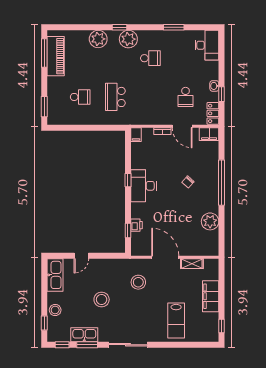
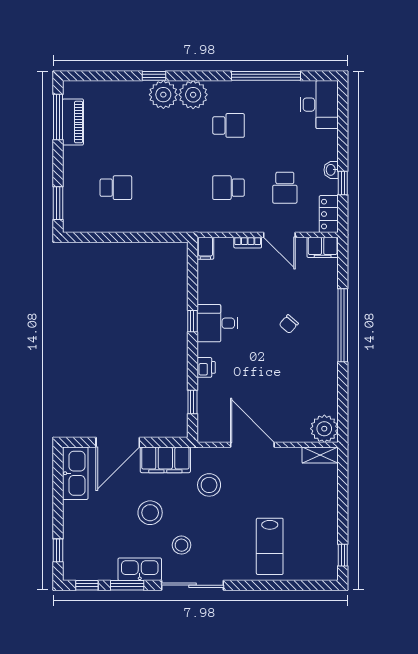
window: (119, 27) -> (154, 76), moved
window: (174, 27) -> (266, 76), width x2.11
plant: (98, 39) -> (163, 95), moved
piano: (56, 56) -> (73, 122), width x0.73, depth x0.75
school desk: (115, 97) -> (229, 188), moved, width x0.54
desk: (143, 186) -> (217, 323), width x0.73
plant: (210, 221) -> (324, 429), moved
printer: (136, 225) -> (206, 367), moved
door: (81, 256) -> (118, 442), width x1.88
shelving: (192, 264) -> (320, 455), moved
filing cabinet: (211, 296) -> (165, 460), moved, turned -90
stool: (55, 310) -> (182, 545), moved
kitchen sink: (84, 335) -> (140, 569), moved

